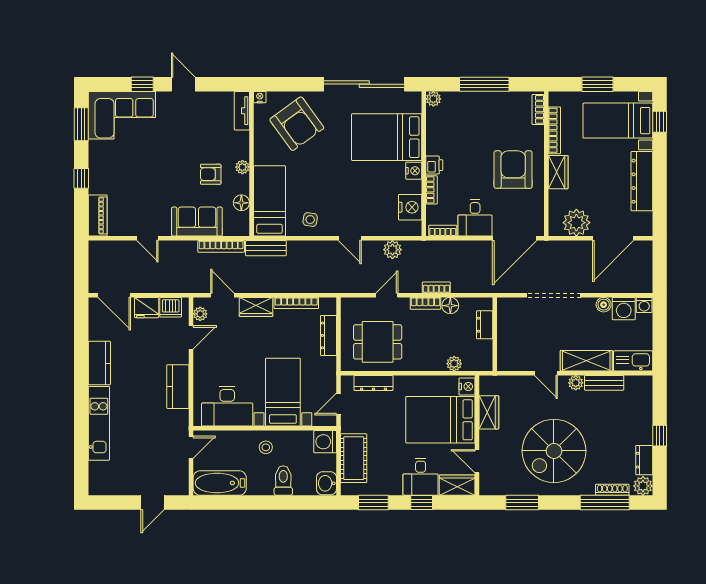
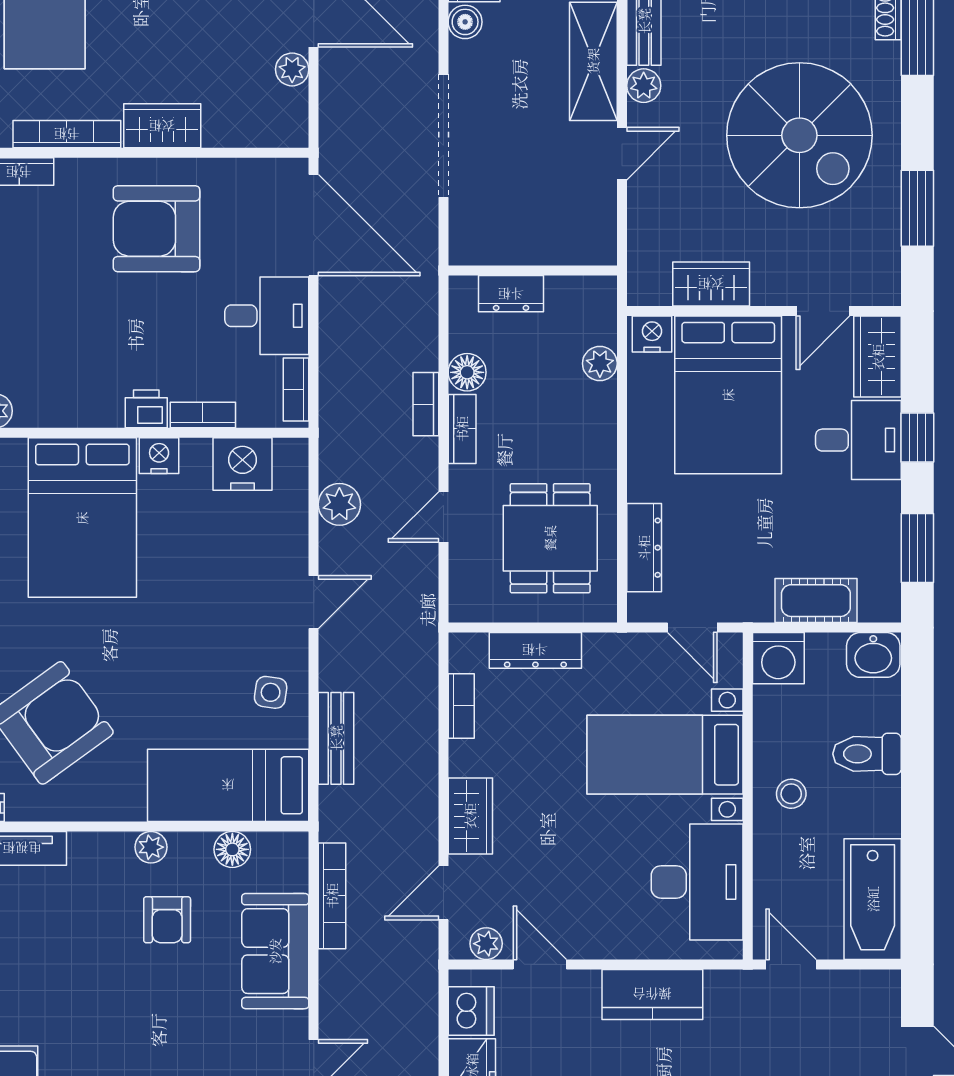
plant: (576, 223) -> (292, 69), width x0.53, depth x0.53
bench: (266, 248) -> (336, 738), moved
door: (387, 295) -> (443, 517), hinge flipped
bookcase: (296, 303) -> (461, 706), width x0.64
cot: (354, 458) -> (816, 601), width x0.73, depth x0.75

